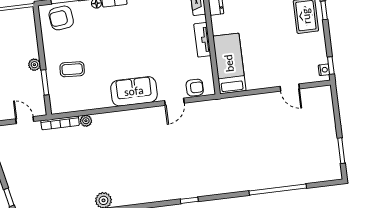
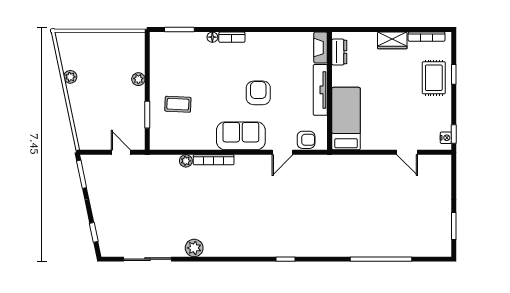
armchair: (61, 18) -> (258, 93), moved, turned 97
tv unit: (202, 40) -> (320, 90), width x1.41
plant: (34, 65) -> (138, 79), moved
bookcase: (60, 123) -> (214, 160), moved

